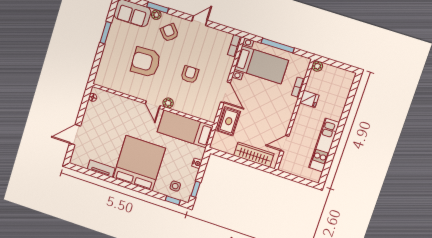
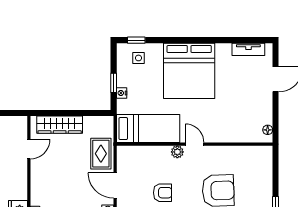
armchair: (190, 74) -> (163, 193), turned -90
tv unit: (101, 169) -> (248, 49), moved
window: (196, 189) -> (114, 83), moved

